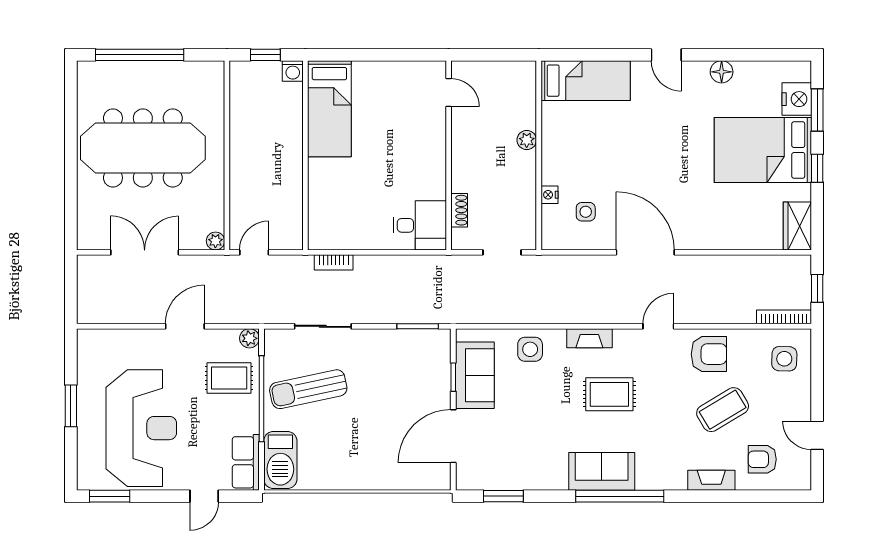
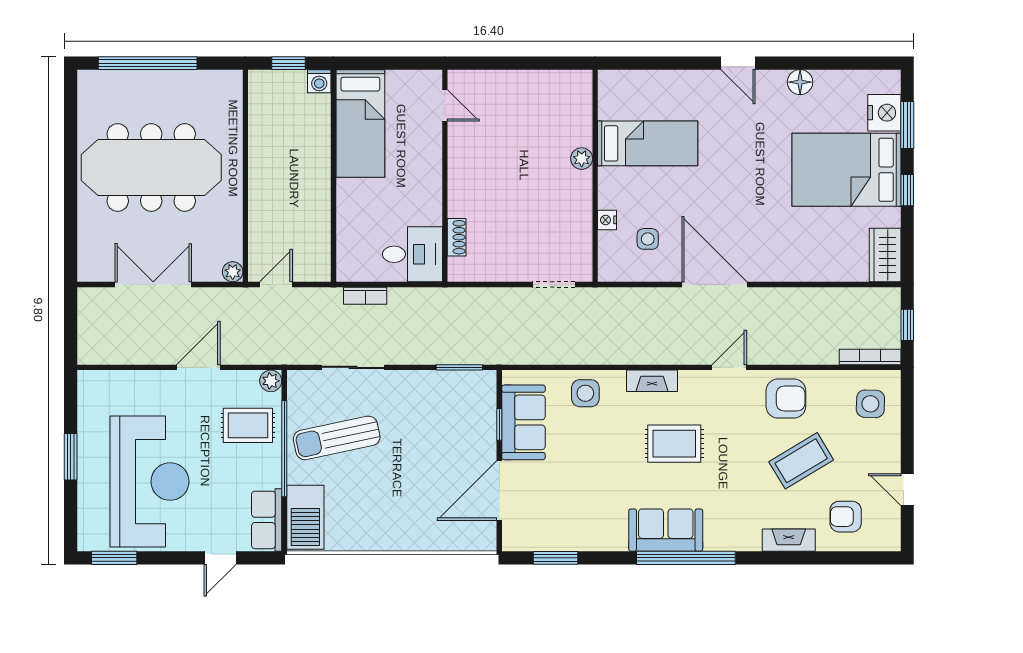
bed: (586, 81) -> (648, 143), moved
door: (449, 93) -> (445, 105), moved
wall: (449, 155) -> (445, 176), moved
shoe rack: (459, 210) -> (457, 237), moved
desk: (420, 225) -> (412, 254), moved

